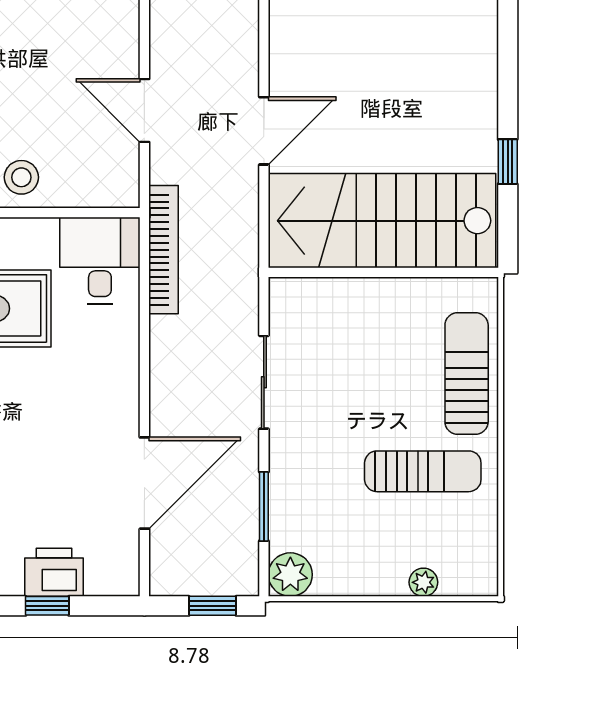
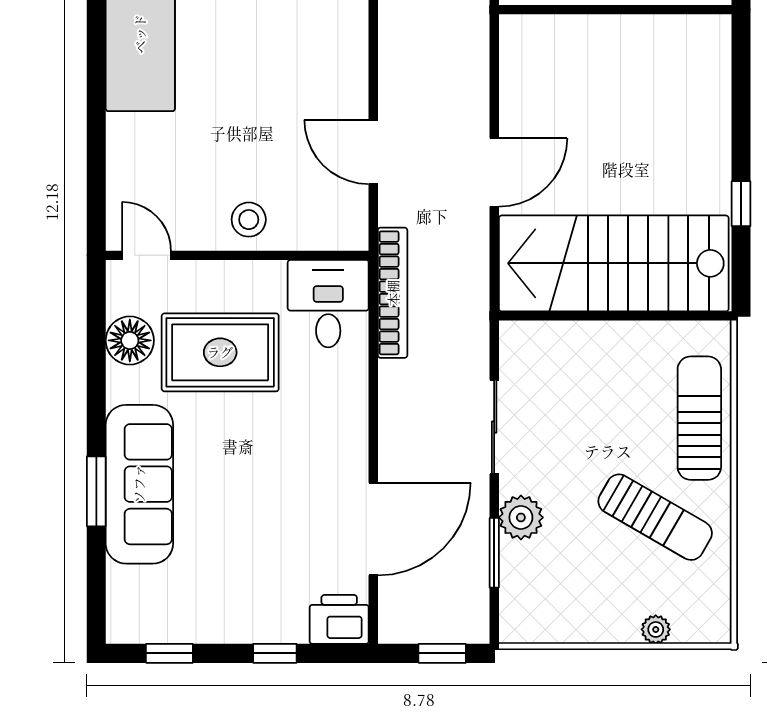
sun lounger: (423, 471) -> (655, 517), turned 30
printer: (54, 572) -> (339, 619), moved
plant: (290, 575) -> (521, 517), moved

